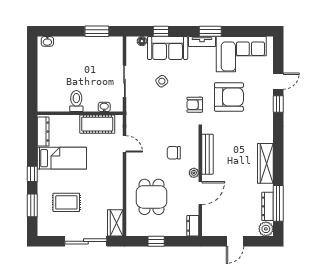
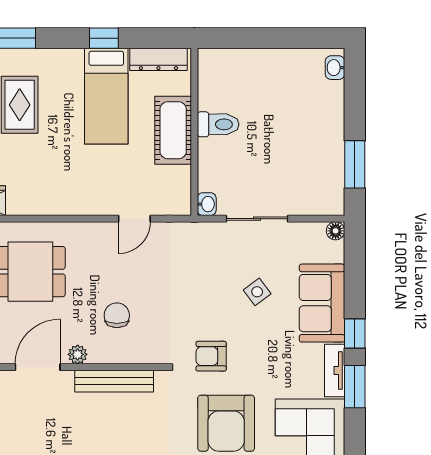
window: (161, 31) -> (355, 333), moved
floor lamp: (142, 41) -> (336, 231), moved
armchair: (195, 105) -> (211, 356), turned -90
washbasin: (104, 107) -> (207, 204), moved
cot: (97, 124) -> (173, 130), moved
window: (32, 174) -> (104, 38), moved
door: (200, 193) -> (38, 367), swing flipped

